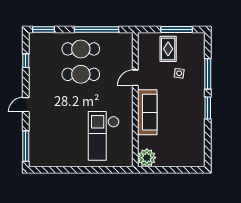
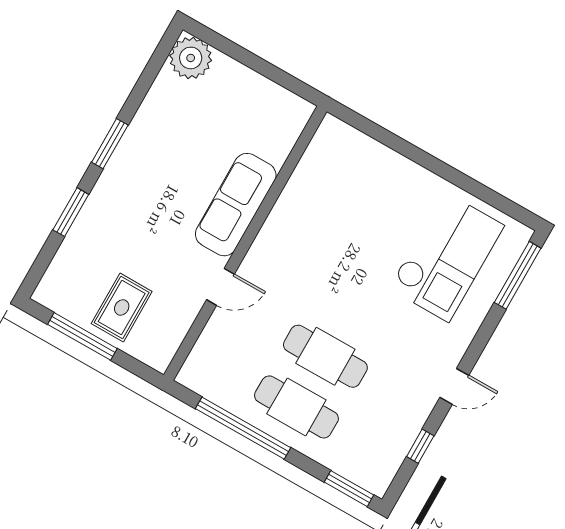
side table: (179, 73) -> (127, 246), removed
window: (208, 74) -> (71, 212), width x0.69
door: (26, 105) -> (454, 386), moved
checkout: (104, 136) -> (446, 257), moved
plant: (147, 158) -> (191, 58), moved

